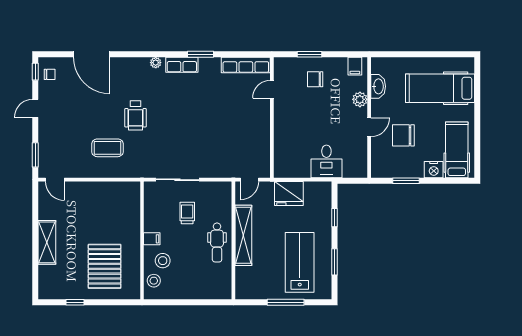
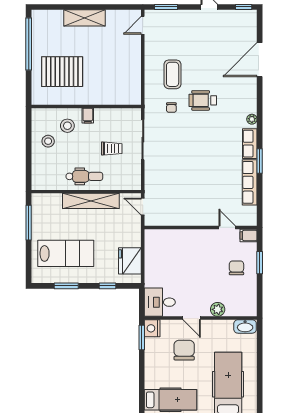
row of seats: (246, 65) -> (250, 182), moved
filing cabinet: (355, 66) -> (249, 235), moved
chair: (50, 74) -> (171, 108), moved
washbasin: (378, 86) -> (245, 326), moved
desk: (326, 161) -> (160, 302), moved
nightstand: (434, 170) -> (152, 328), moved
window: (406, 181) -> (142, 337), moved
fridge: (289, 194) -> (130, 261), moved
dental chair: (217, 242) -> (84, 176), turned 180
stool: (154, 281) -> (48, 141), moved
window: (75, 302) -> (29, 44), width x3.17
window: (286, 302) -> (29, 223), moved

